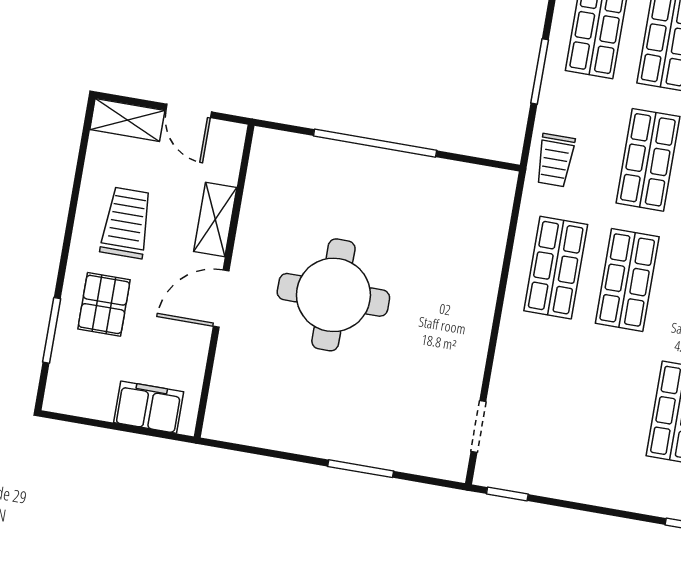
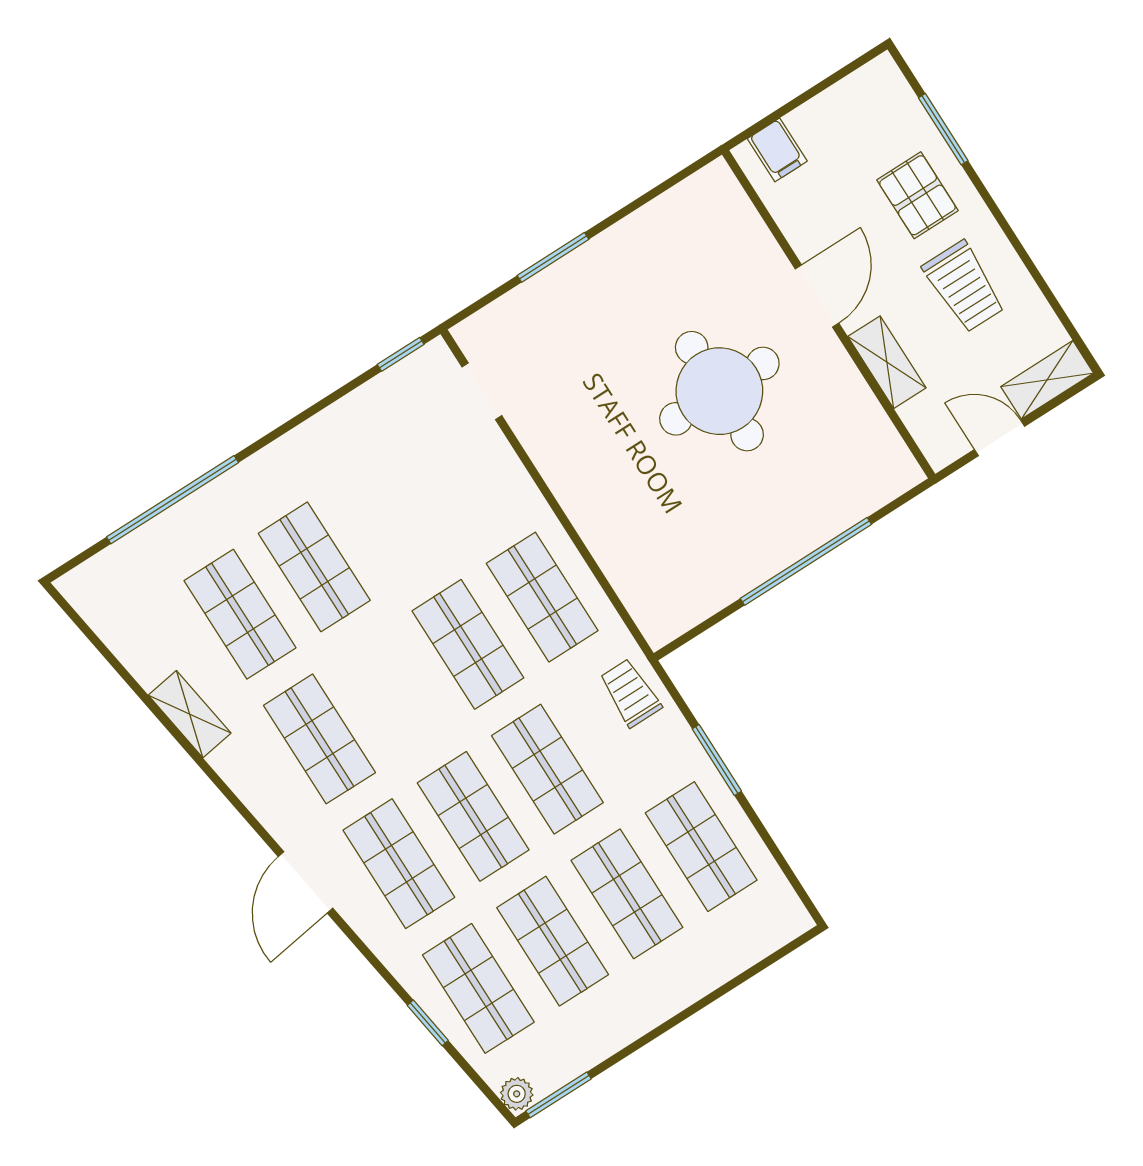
filing cabinet: (149, 407) -> (777, 150), width x0.50

